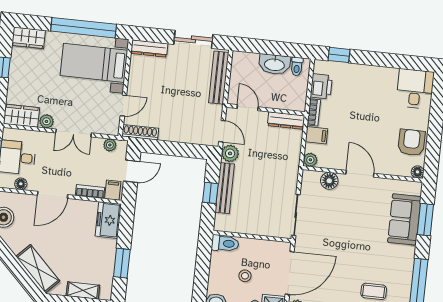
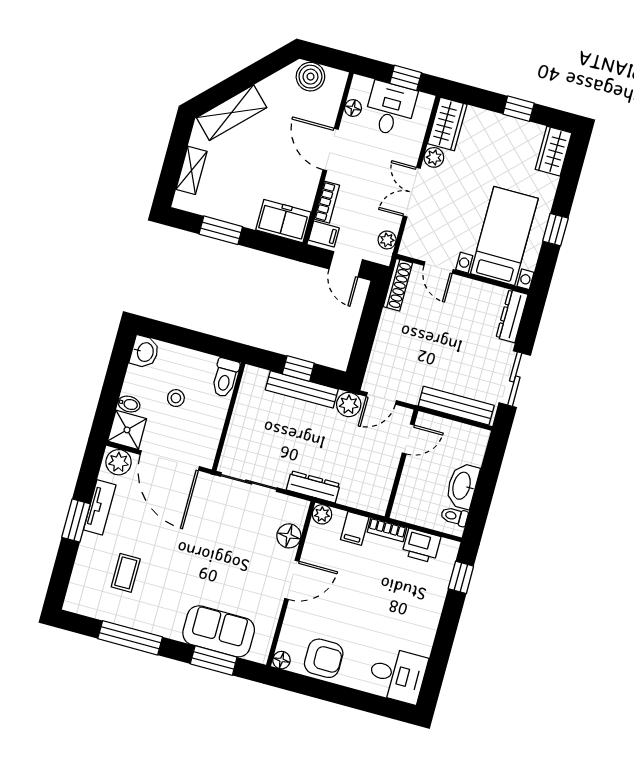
window: (84, 28) -> (555, 230), width x0.32
dresser: (286, 121) -> (313, 487), moved, turned 90

